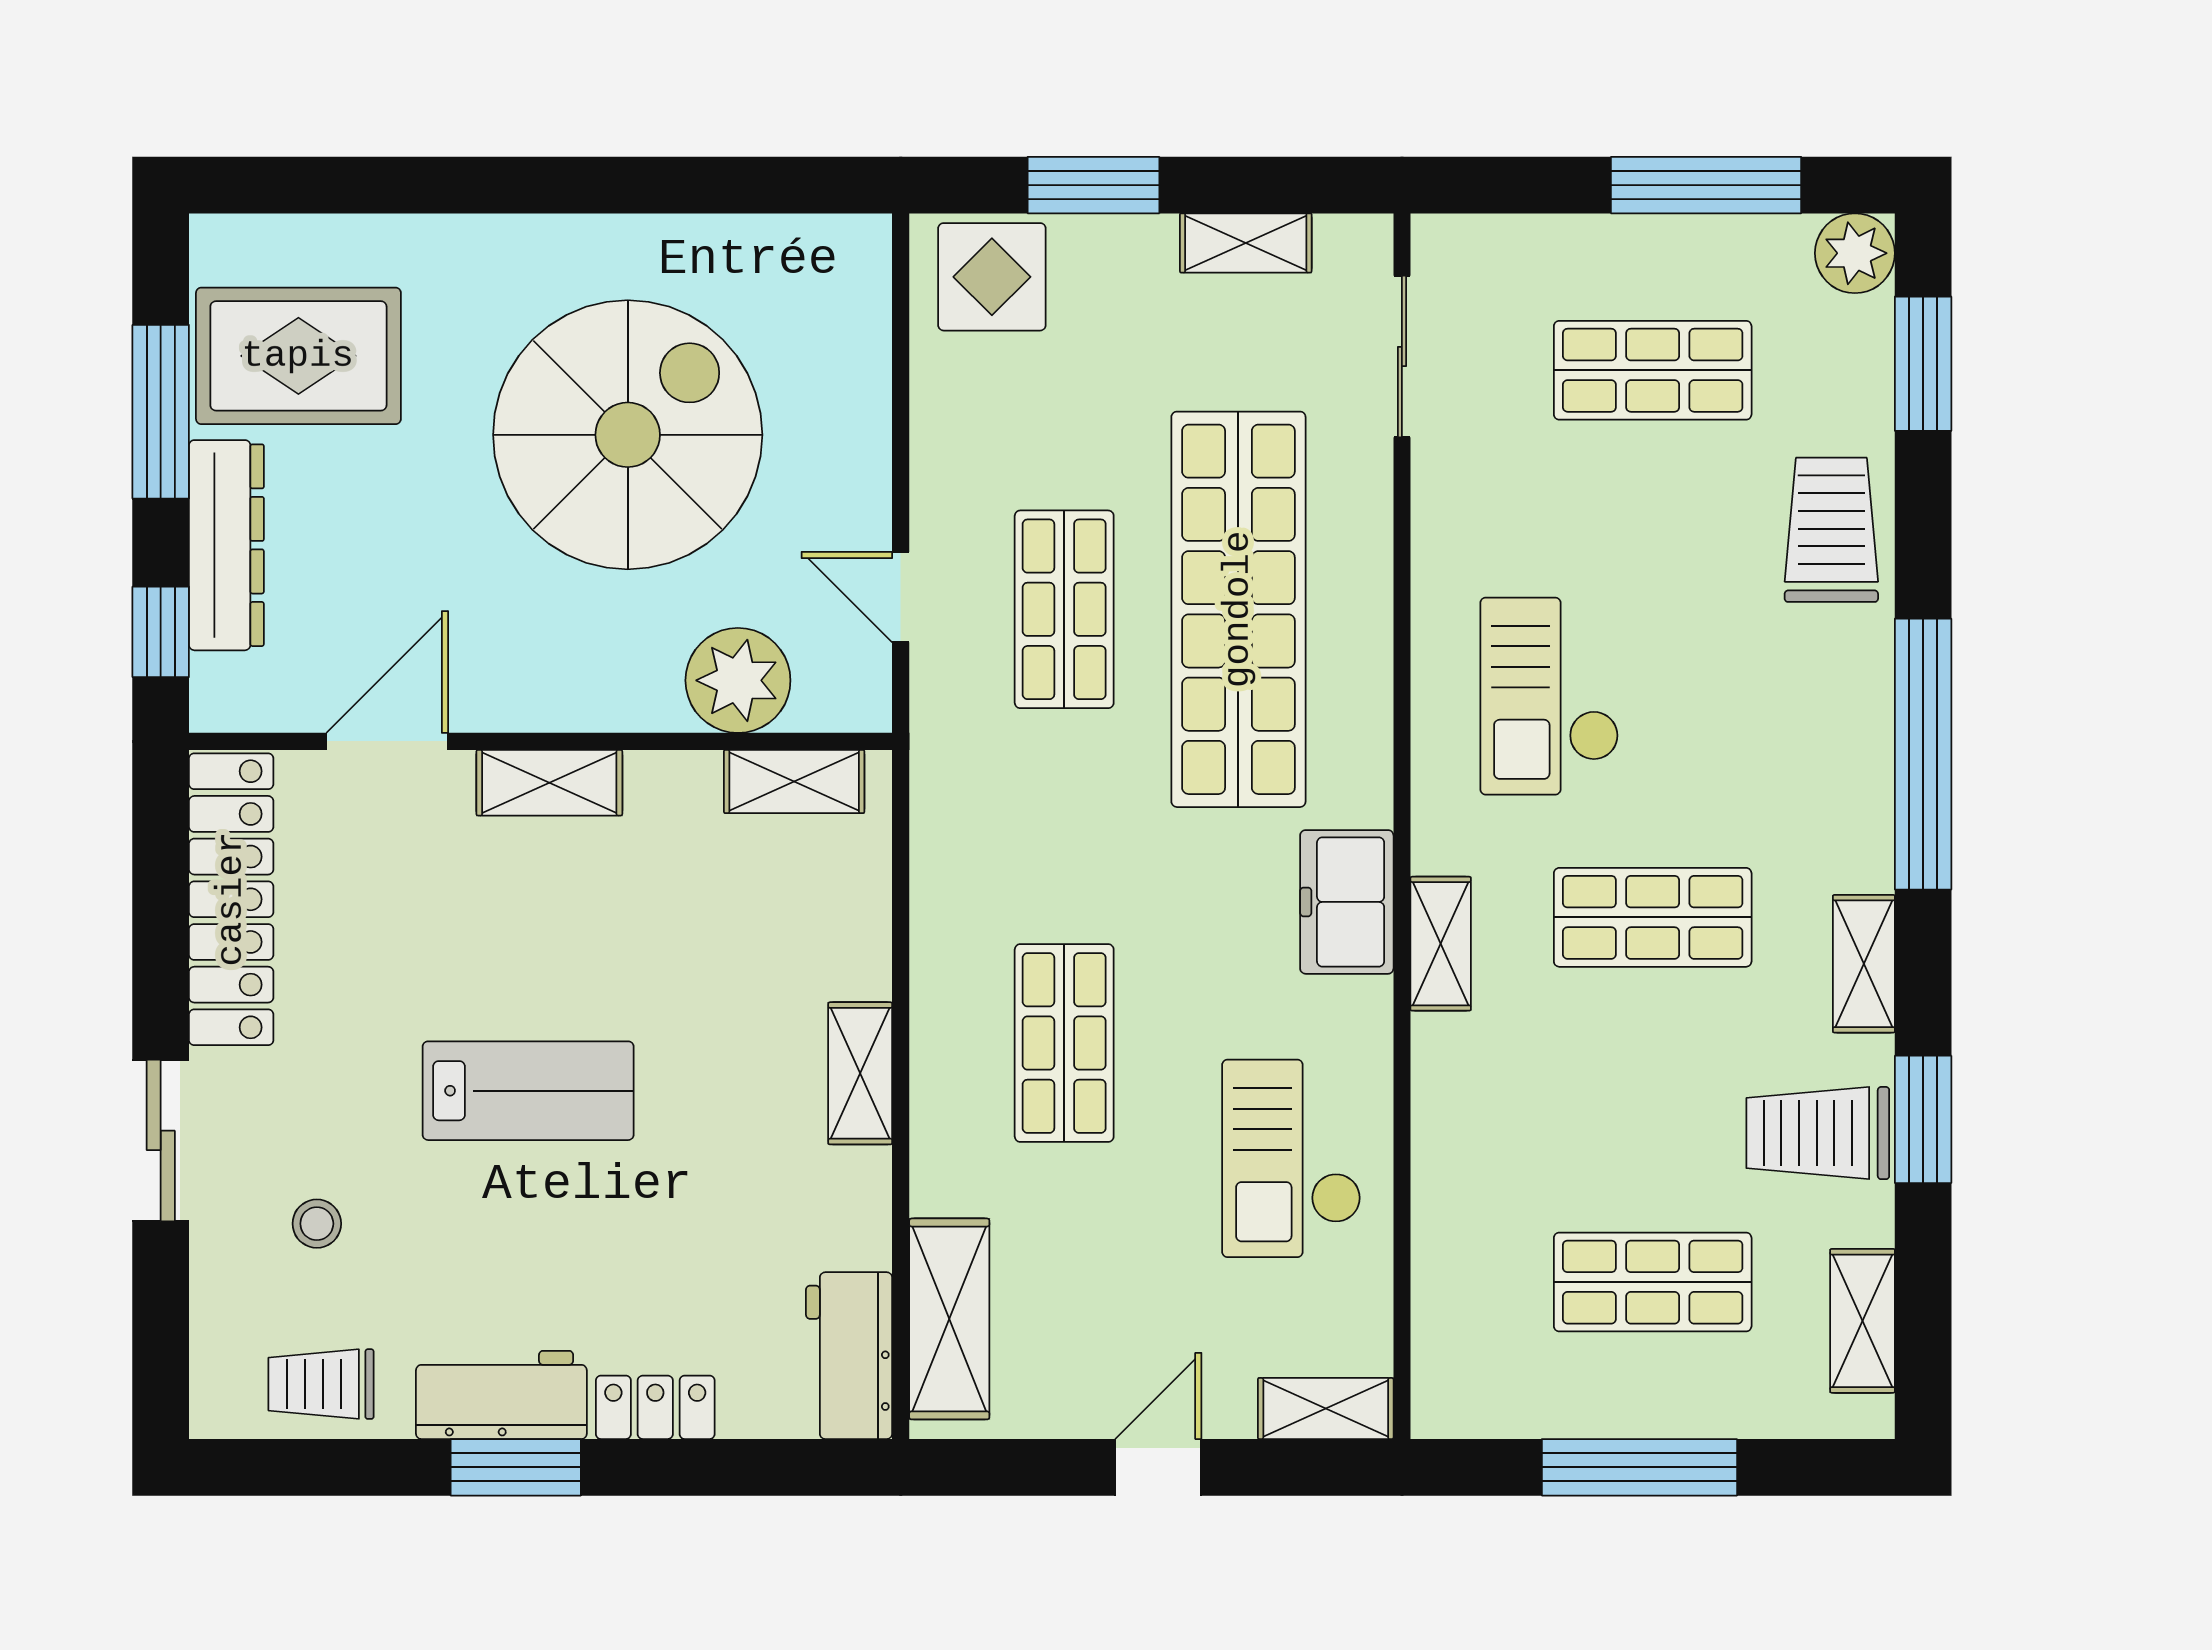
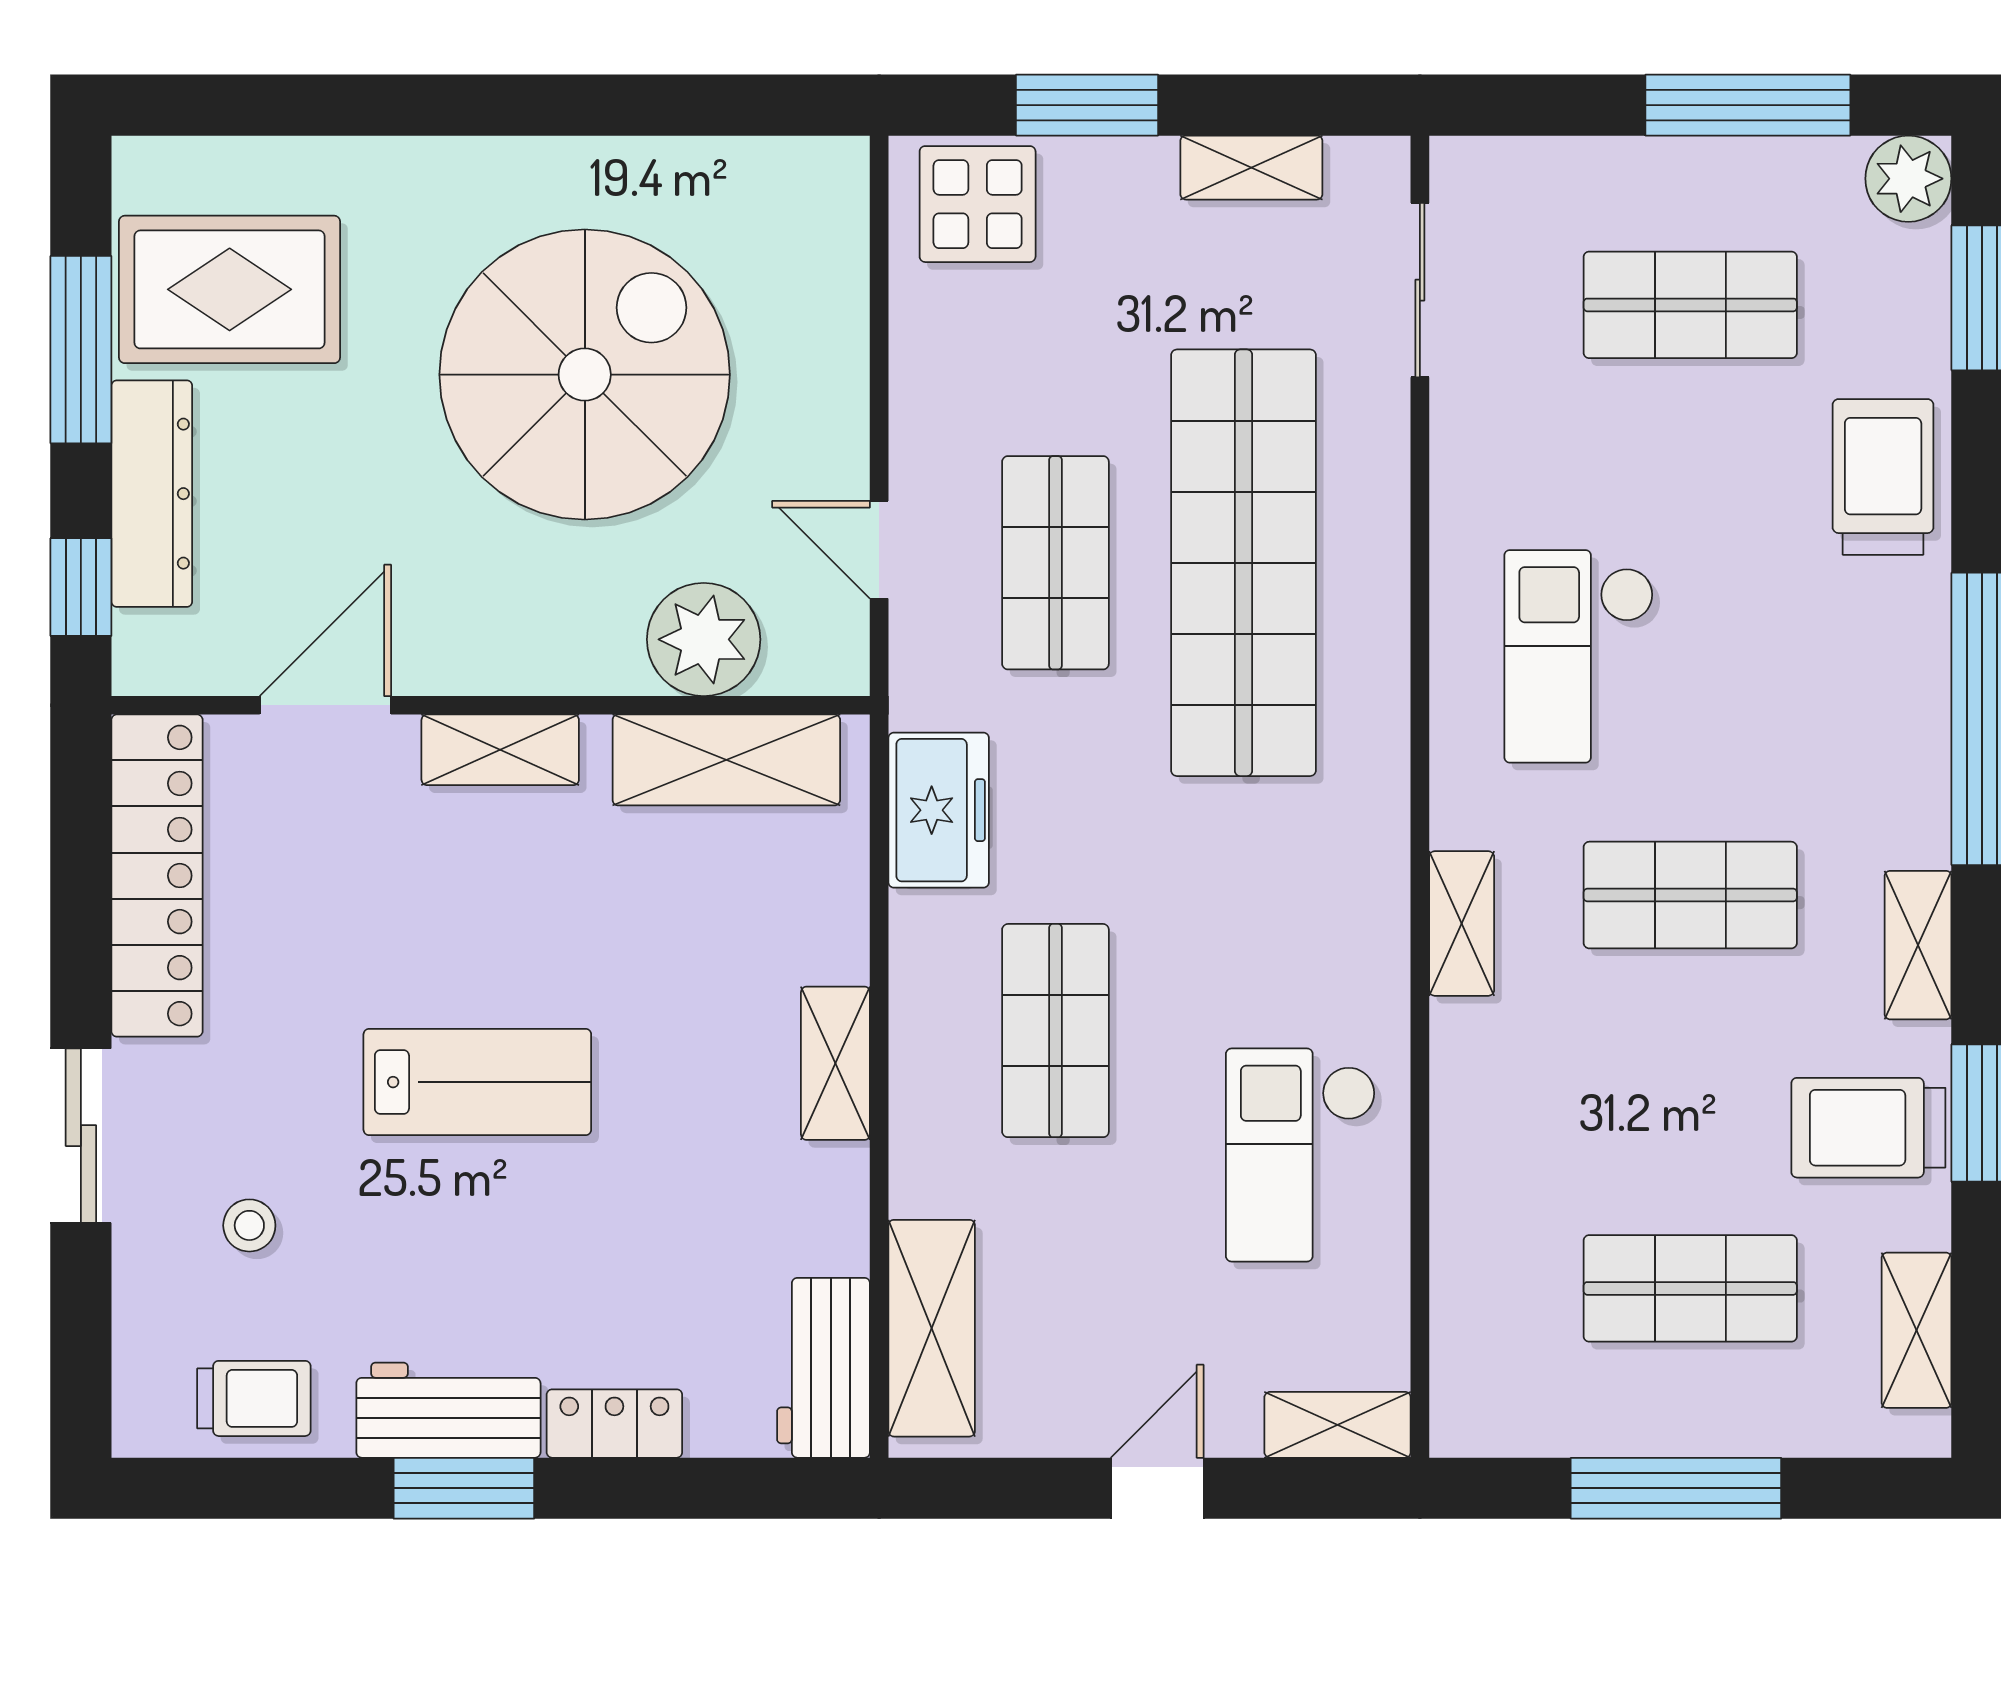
shelving: (794, 782) -> (726, 760), width x1.50, depth x1.33
freezer: (1347, 902) -> (939, 810), moved, turned 180
trolley: (321, 1384) -> (254, 1398), turned 180

